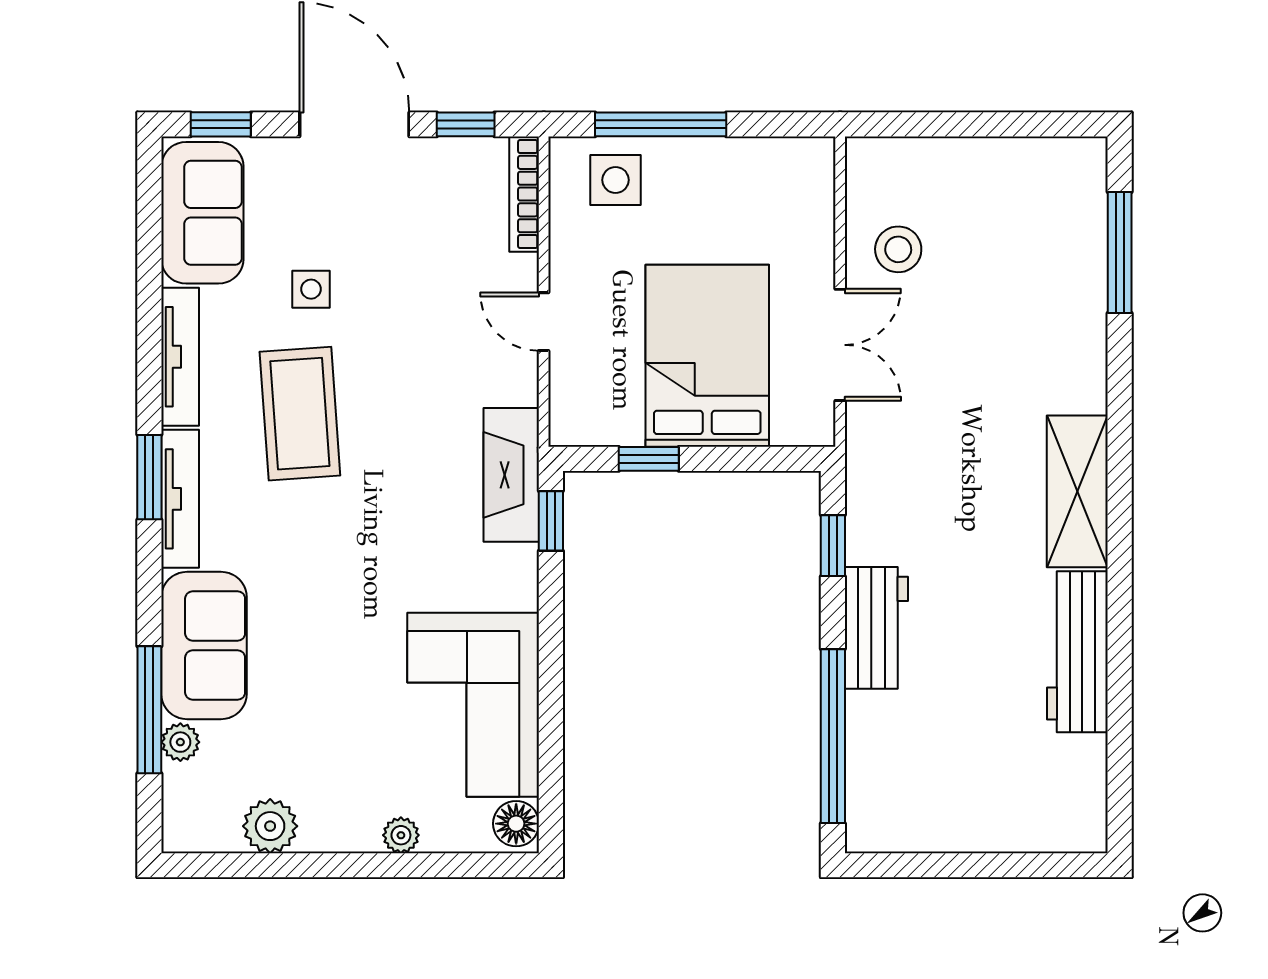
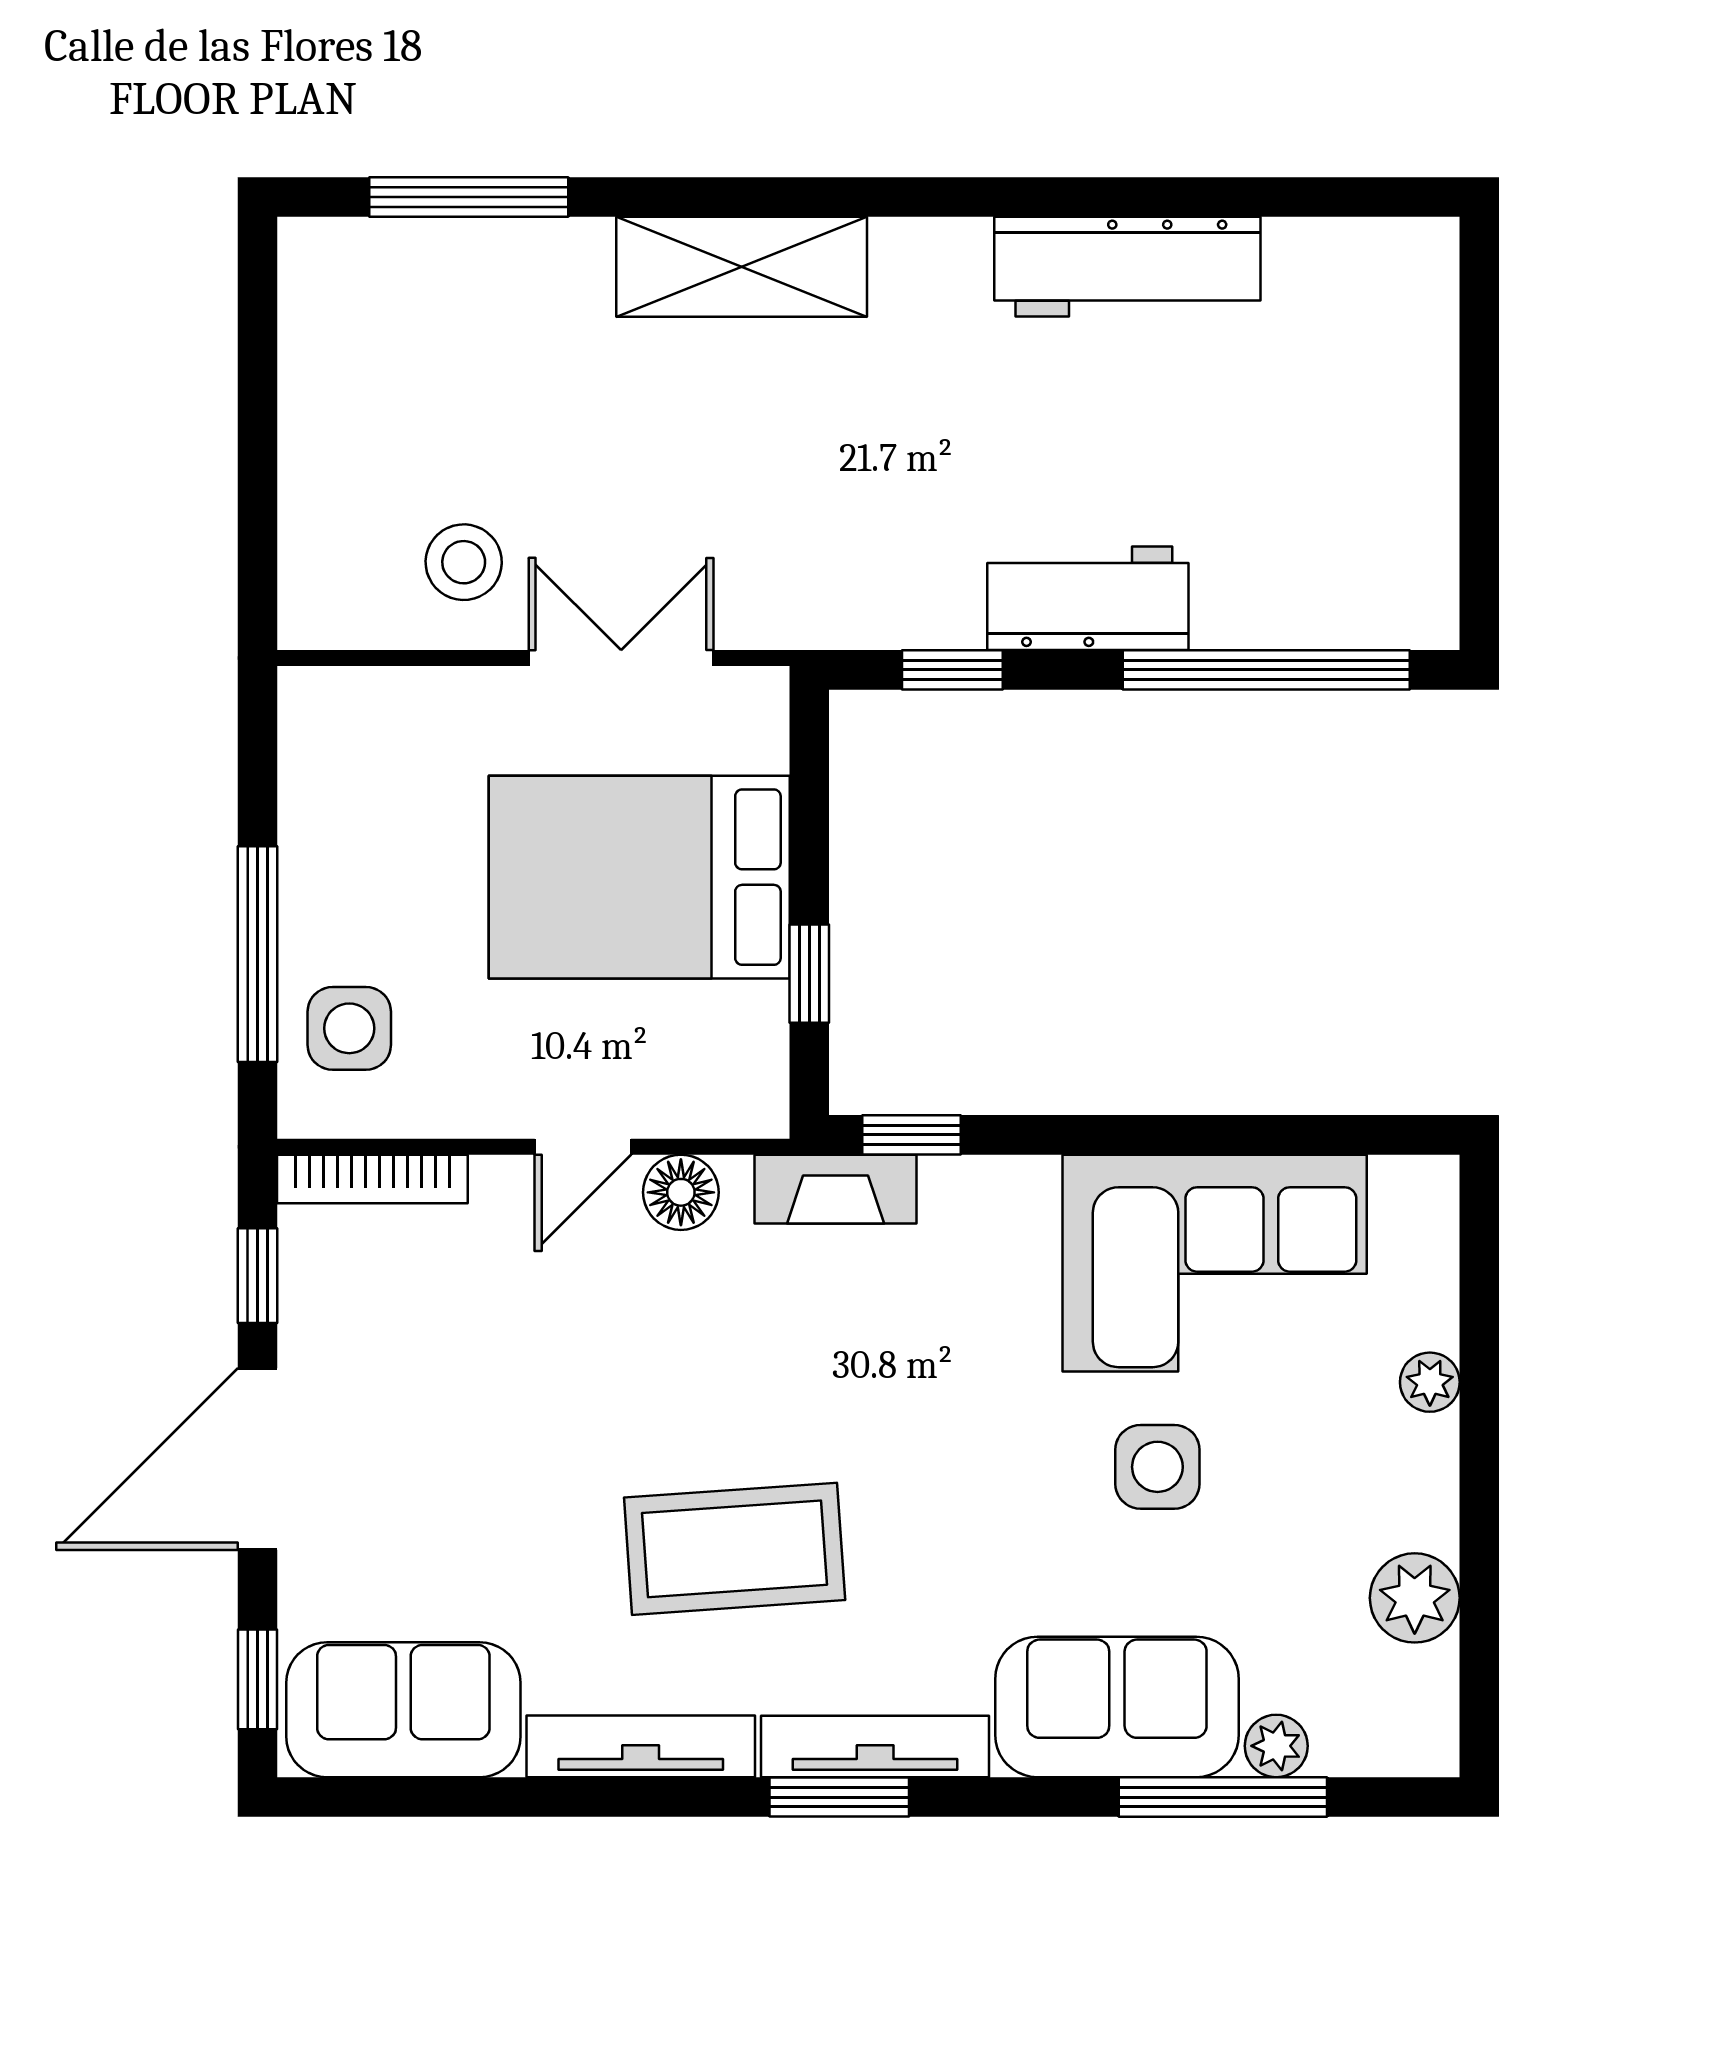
side table: (311, 289) -> (1157, 1467), moved, width x1.37, depth x1.37
fireplace: (511, 475) -> (836, 1189), width x0.73, depth x0.76
shelving: (1077, 491) -> (742, 267), moved
floor lamp: (516, 824) -> (681, 1192), moved

